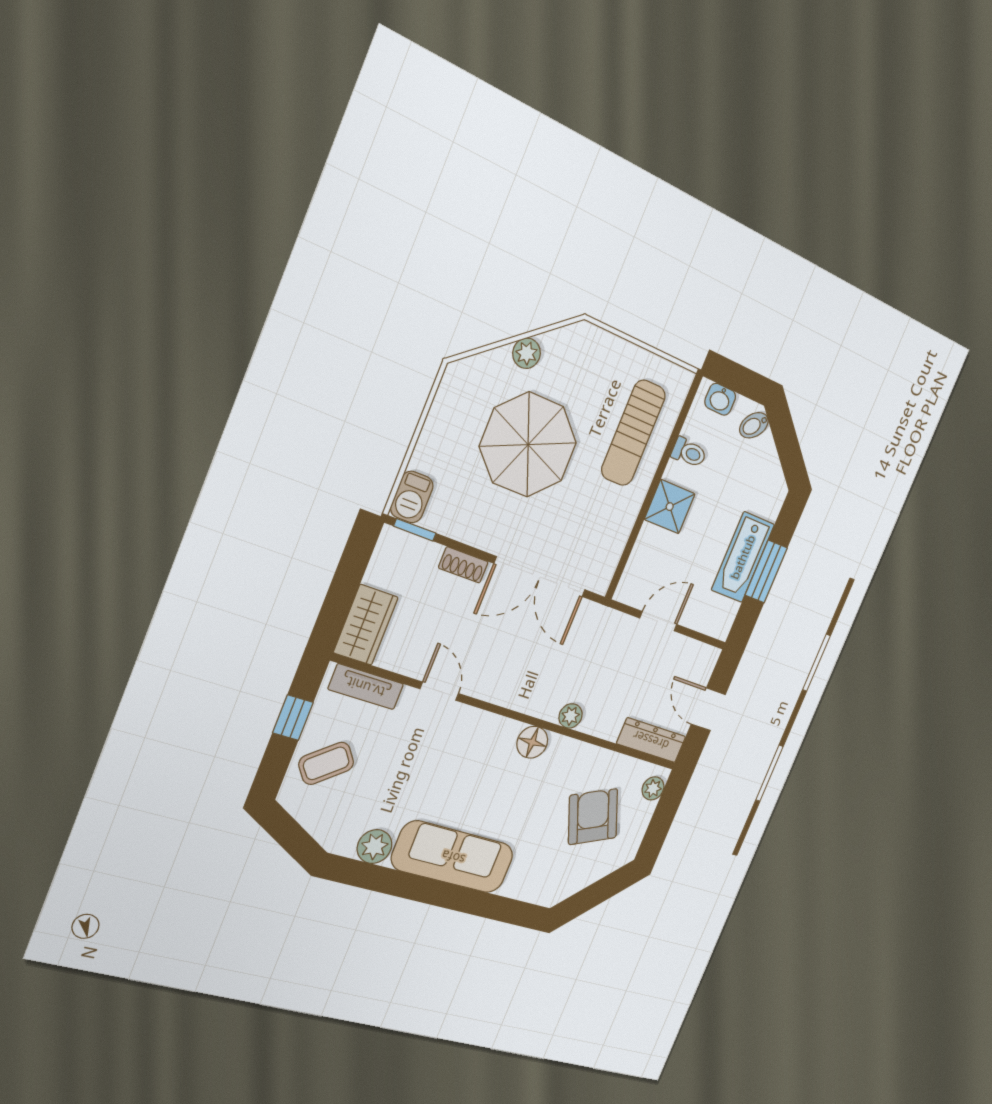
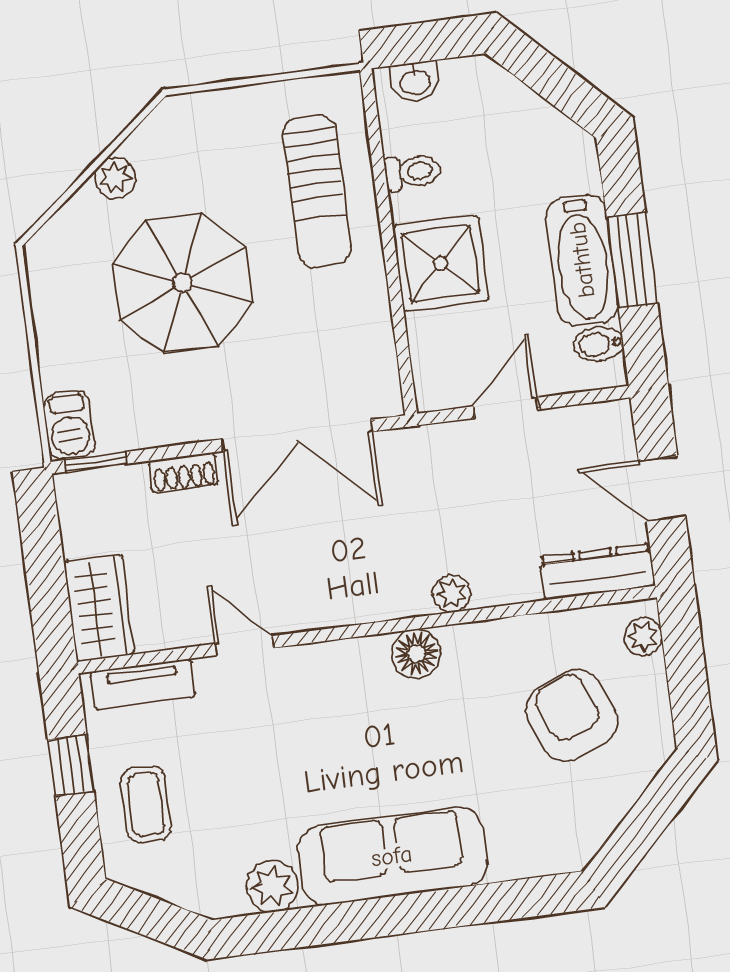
bidet: (754, 425) -> (598, 344), moved, turned 45
shower: (670, 507) -> (441, 263), width x1.36, depth x1.36
coffee table: (326, 763) -> (146, 805), turned -52

